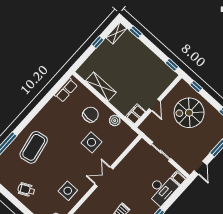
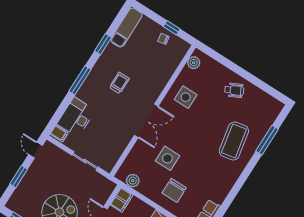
plant: (115, 121) -> (133, 181), moved
double door: (104, 177) -> (146, 121), width x1.37

